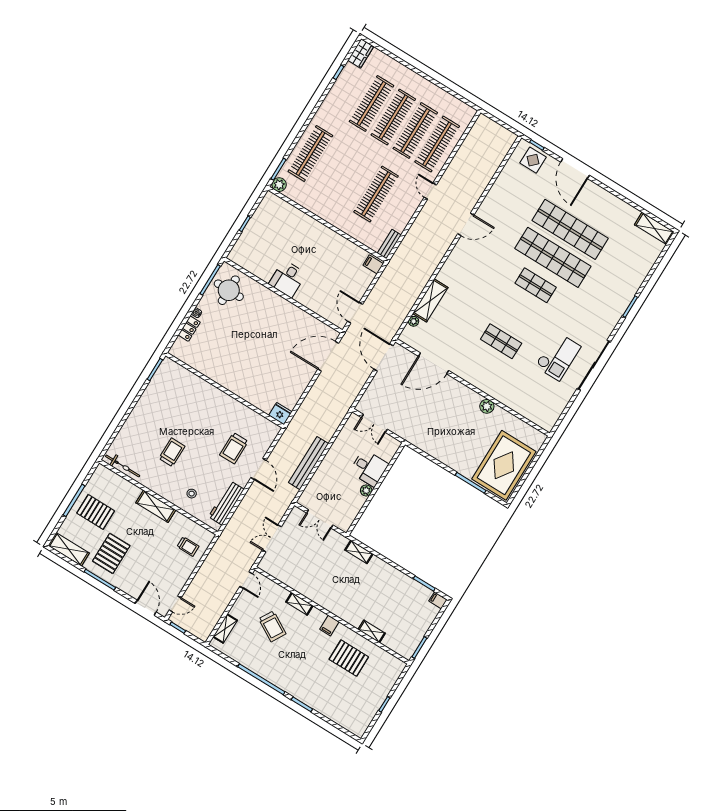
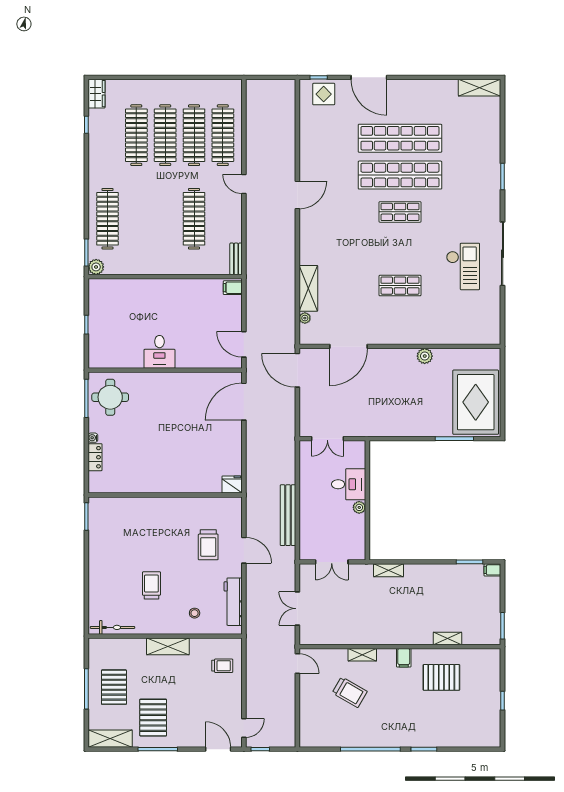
pallet: (96, 512) -> (114, 687), turned 90
shelving: (225, 629) -> (306, 722), removed

